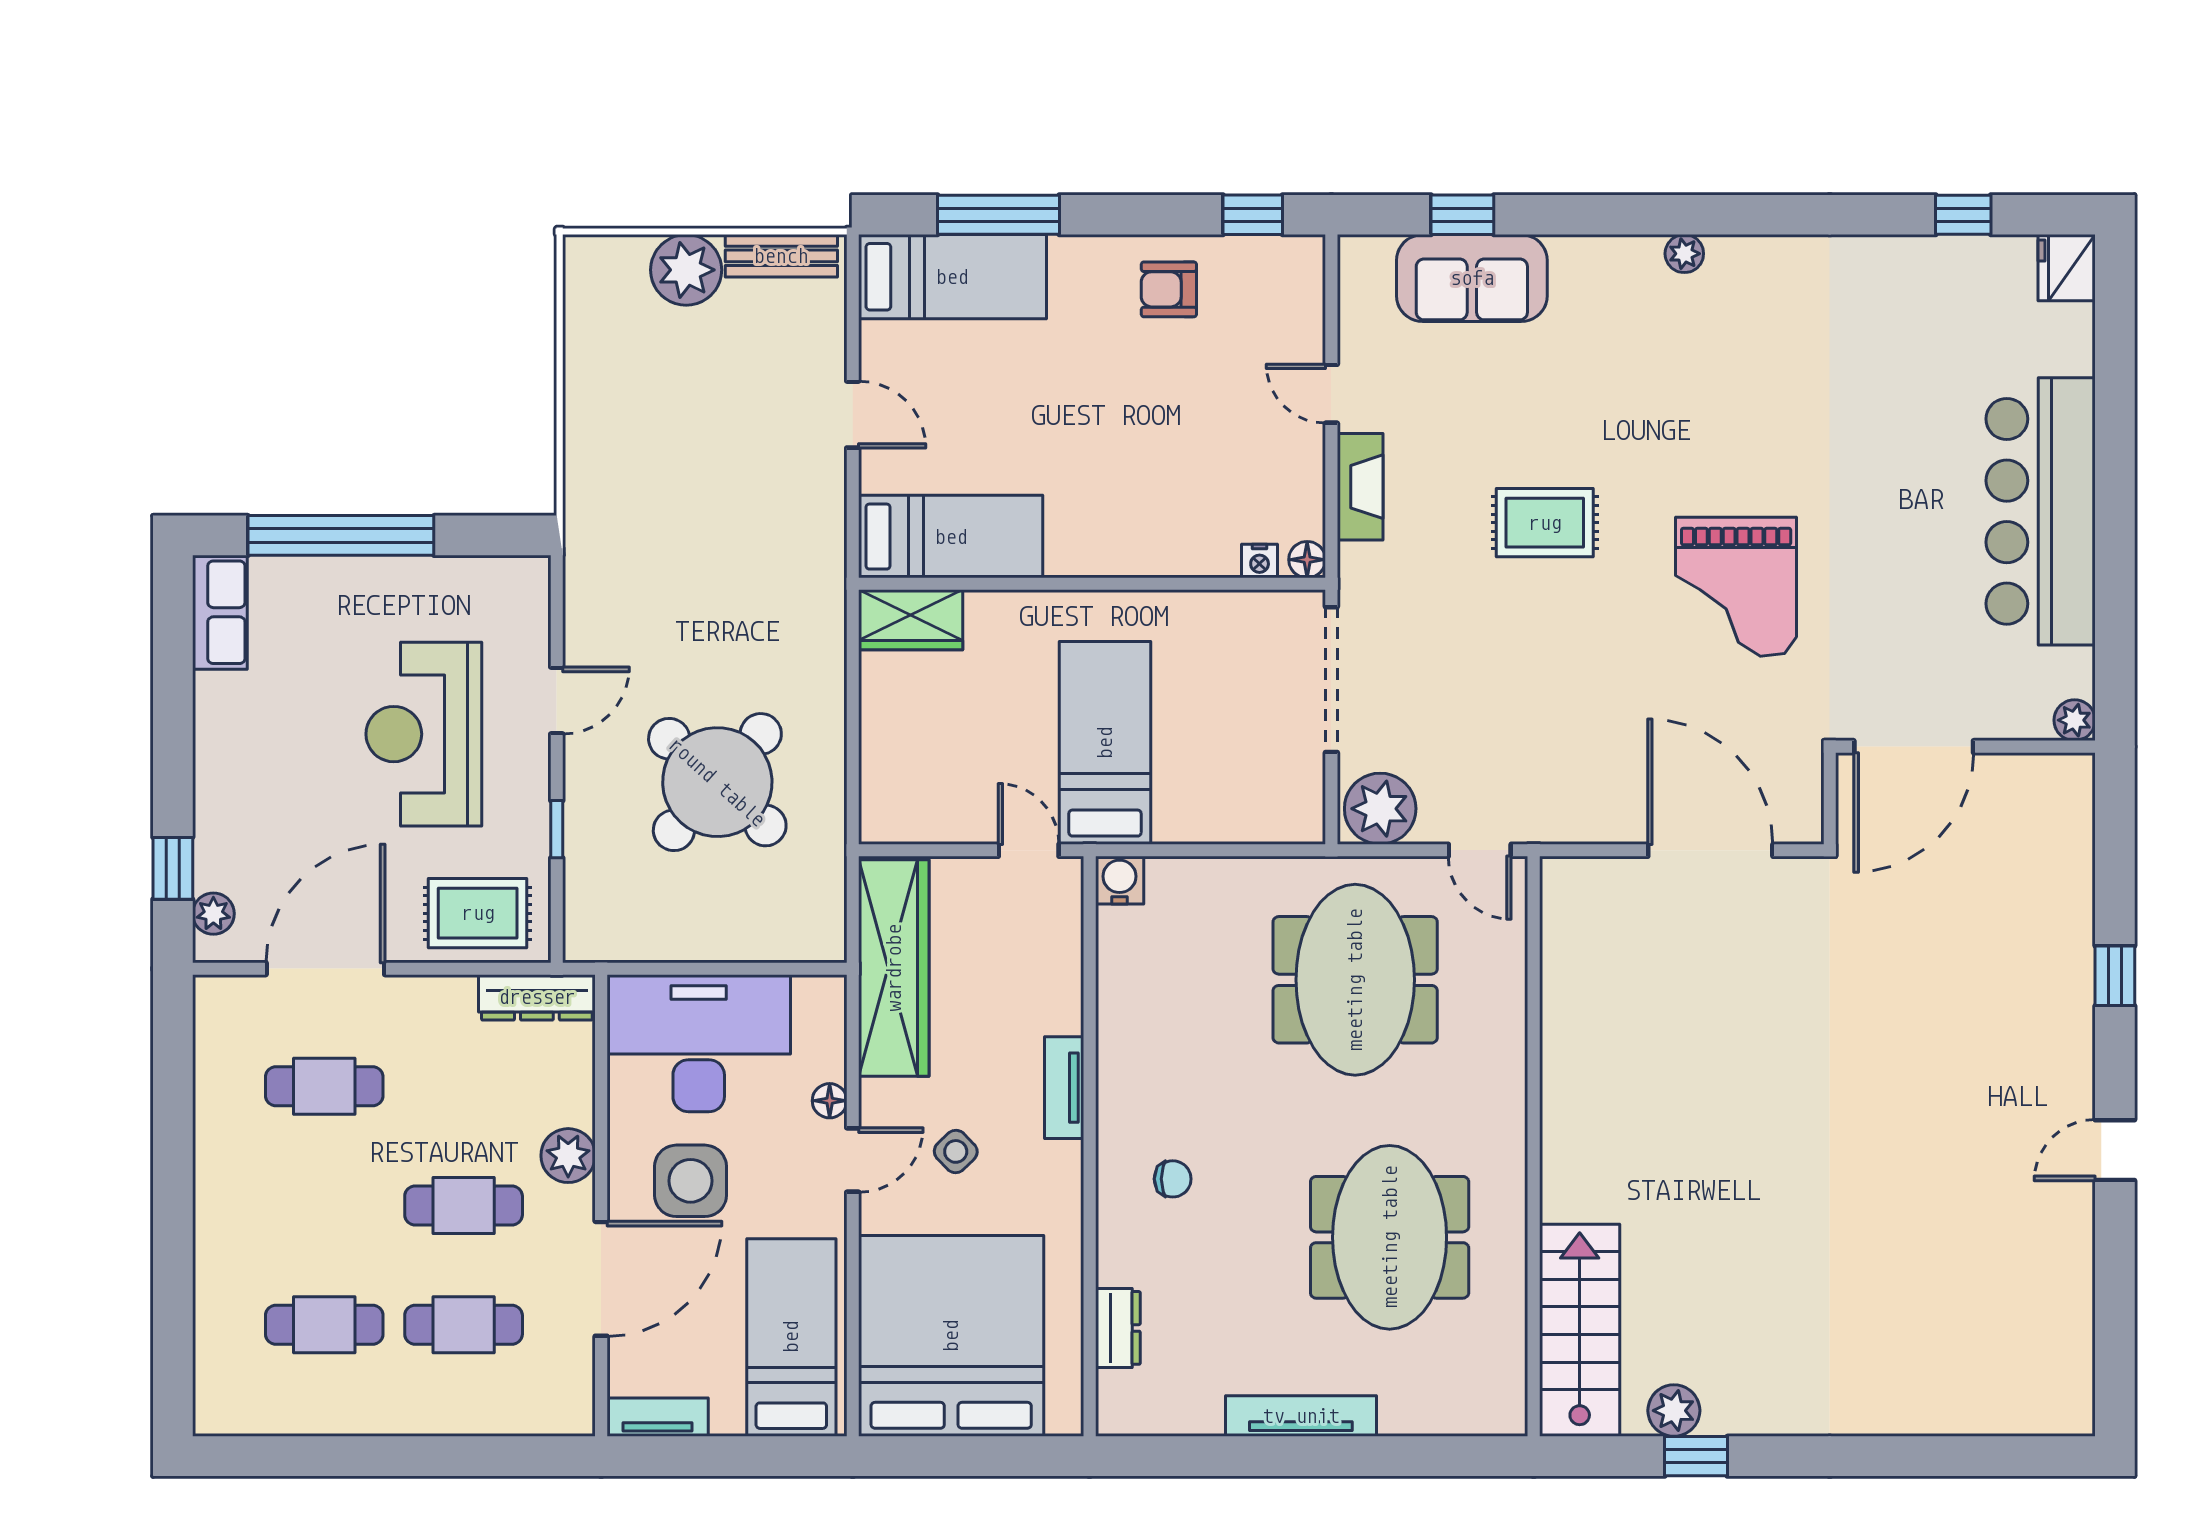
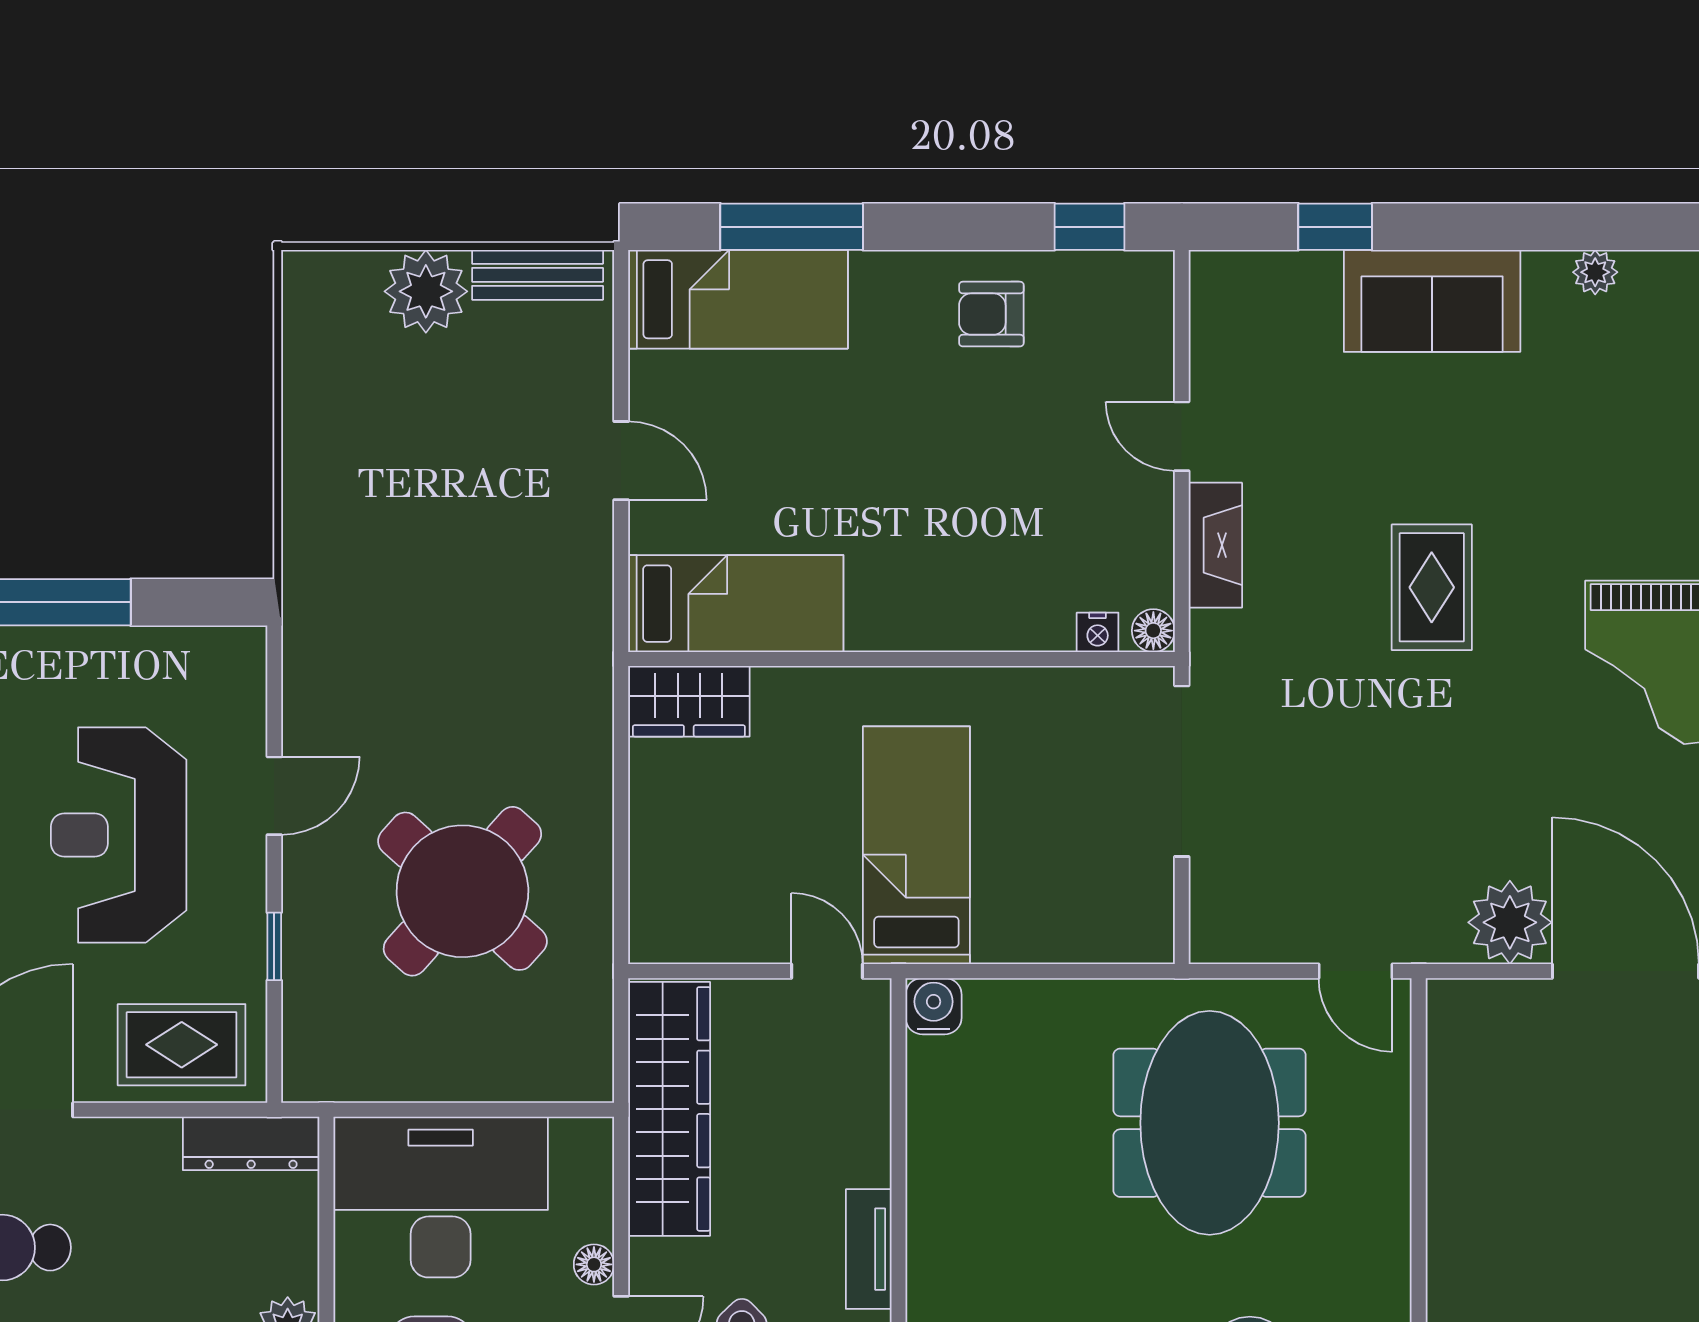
sofa: (1472, 278) -> (1432, 301), moved
rug: (1545, 523) -> (1432, 587), turned 90
plant: (1380, 809) -> (1510, 922), moved

